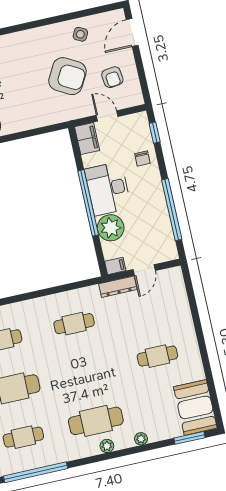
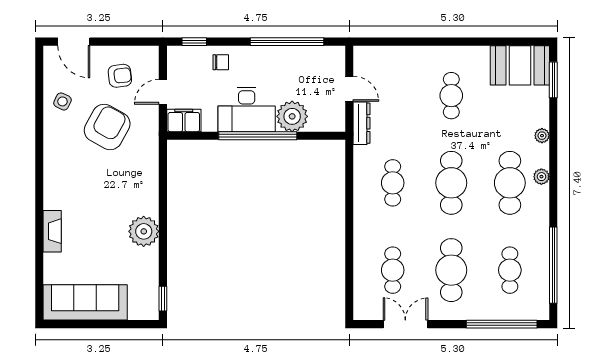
filing cabinet: (115, 266) -> (337, 121), removed
cafe table: (85, 372) -> (451, 183), added

